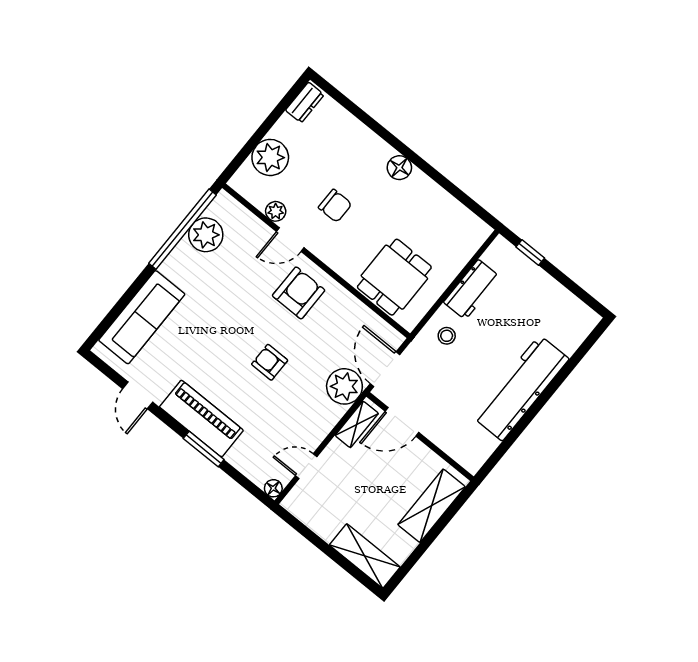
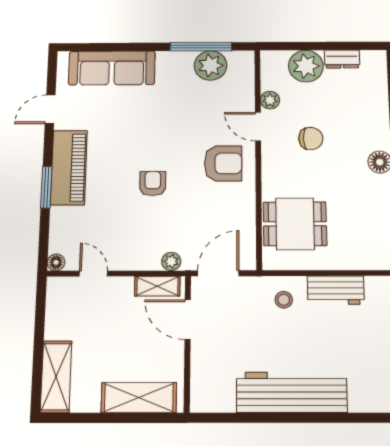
dresser: (305, 102) -> (342, 59), moved
chair: (335, 206) -> (311, 139), turned -90
window: (182, 229) -> (201, 47), width x0.68
plant: (344, 386) -> (171, 261), width x0.53, depth x0.53

